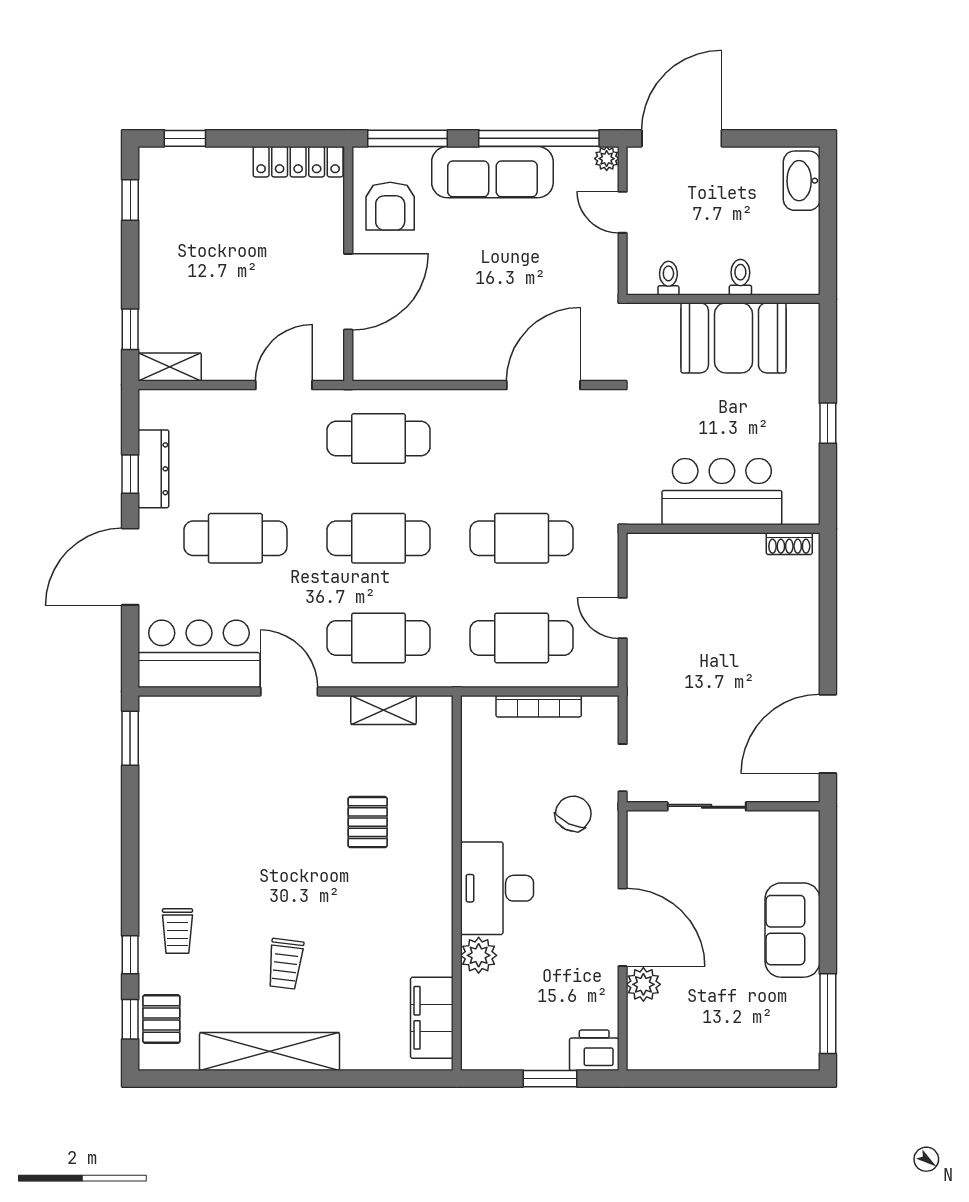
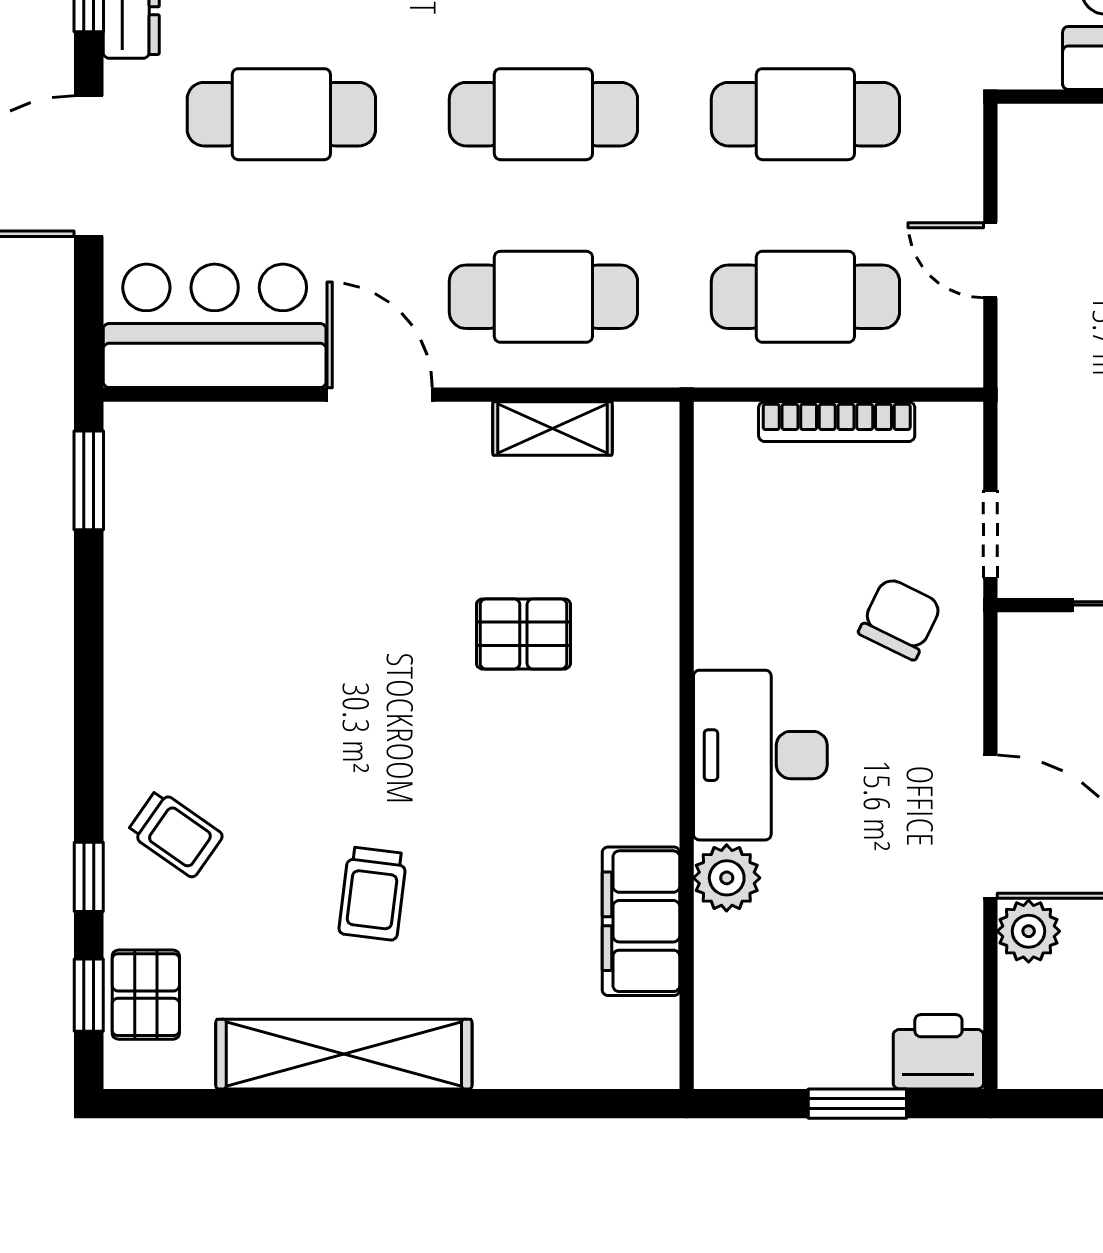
pallet: (368, 822) -> (523, 634), turned 90
trolley: (177, 931) -> (175, 834), turned -55
filing cabinet: (432, 1018) -> (641, 921), moved

